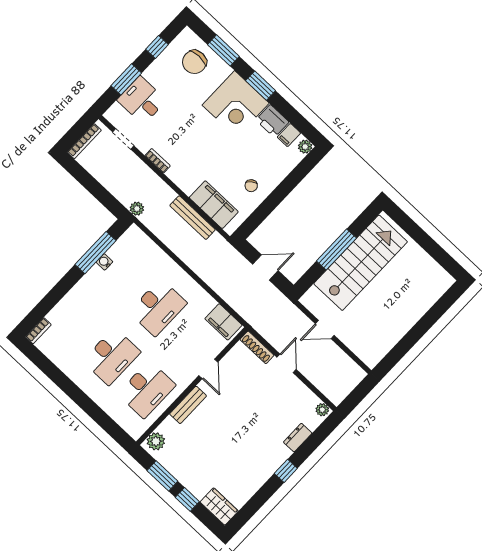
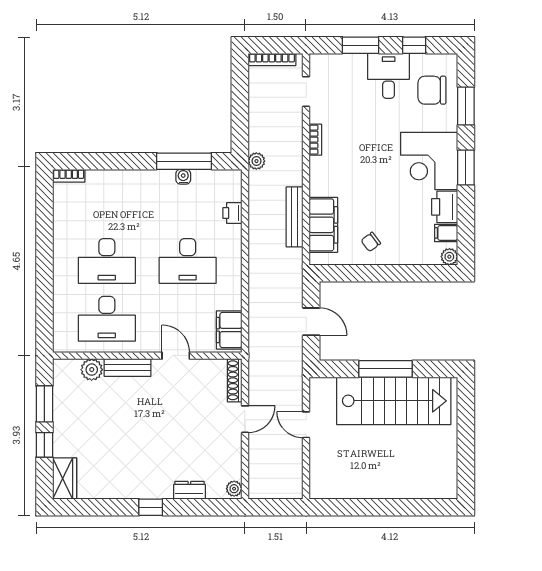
desk: (142, 100) -> (389, 76), moved
printer: (155, 253) -> (232, 213), added
door: (208, 369) -> (176, 356), swing flipped
plant: (156, 441) -> (92, 370), moved

